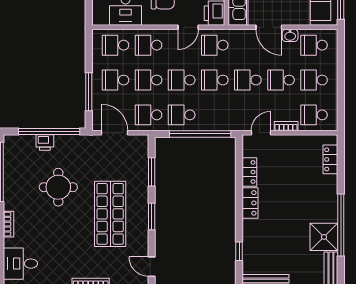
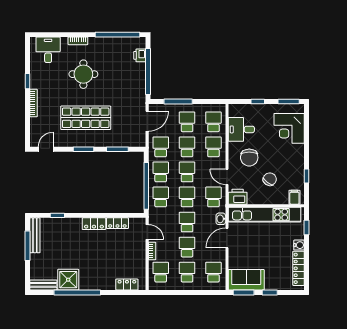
washbasin: (290, 35) -> (221, 219), moved
school desk: (215, 115) -> (161, 197), added
printer: (45, 142) -> (140, 55), moved
round table: (58, 187) -> (83, 74), moved

